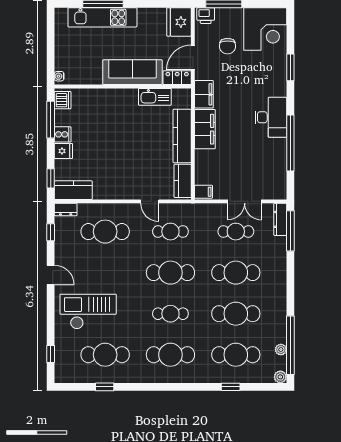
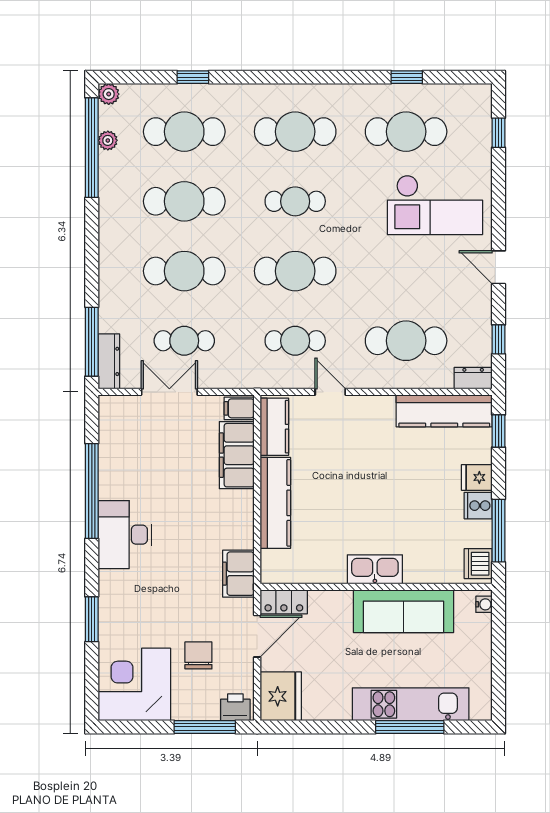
sofa: (132, 72) -> (403, 611), moved
kitchen sink: (155, 97) -> (375, 569), moved
filing cabinet: (205, 129) -> (237, 455), moved
kitchen counter: (73, 190) -> (444, 411), width x1.50

